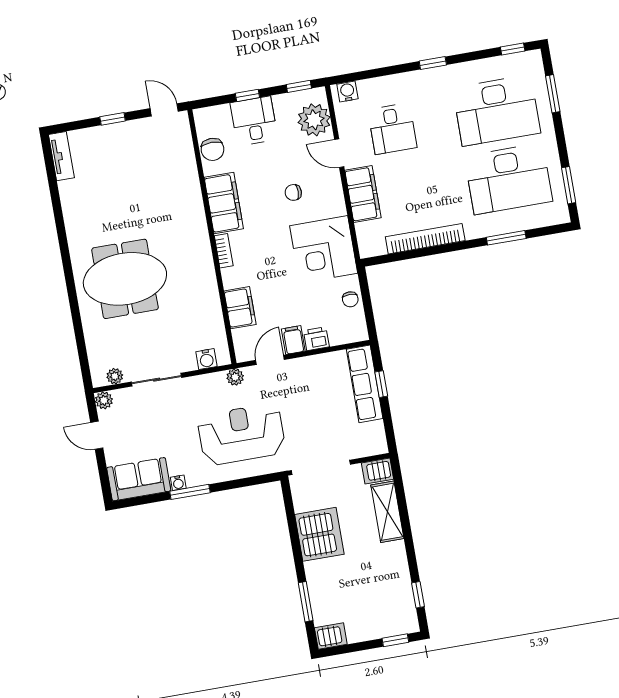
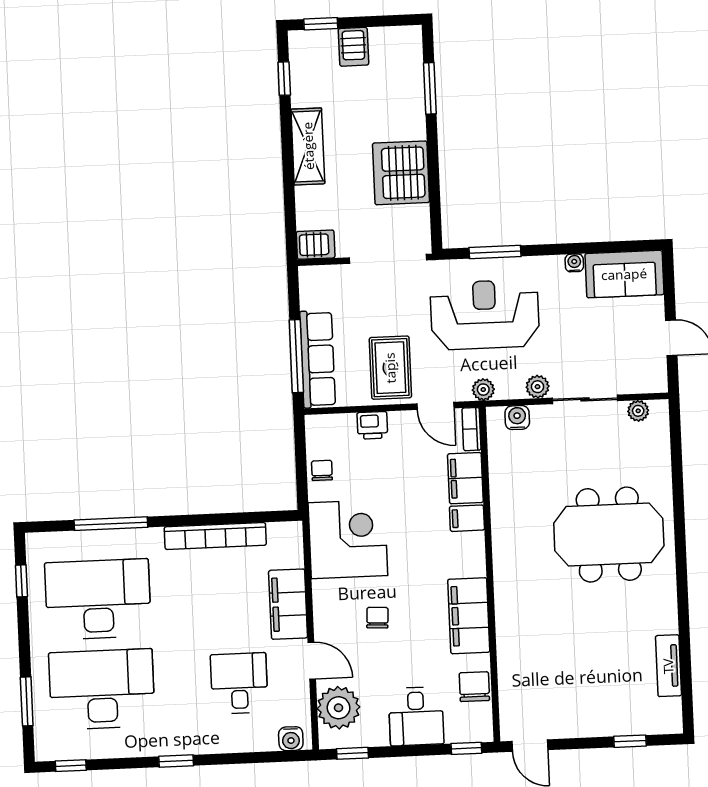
window: (247, 95) -> (466, 748), moved
window: (113, 119) -> (630, 741), moved
tv unit: (61, 156) -> (668, 666), moved
window: (569, 185) -> (21, 581), width x0.67
chair: (293, 192) -> (377, 618), turned -88
window: (506, 238) -> (111, 524), width x1.44
bookcase: (224, 251) -> (471, 429), moved
filing cabinet: (293, 340) -> (467, 518), moved, turned 90
door: (270, 360) -> (435, 406), hinge flipped
window: (381, 384) -> (296, 356), width x2.17
rug: (308, 385) -> (390, 368), added
plant: (104, 400) -> (538, 387), moved
reception desk: (241, 434) -> (485, 315), turned 180
window: (190, 492) -> (495, 252), moved
shelving: (387, 512) -> (308, 146), moved
server rack: (331, 636) -> (353, 47), moved, turned -90

